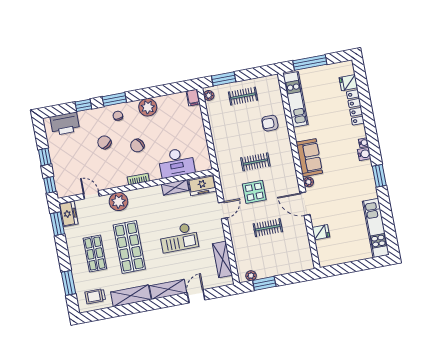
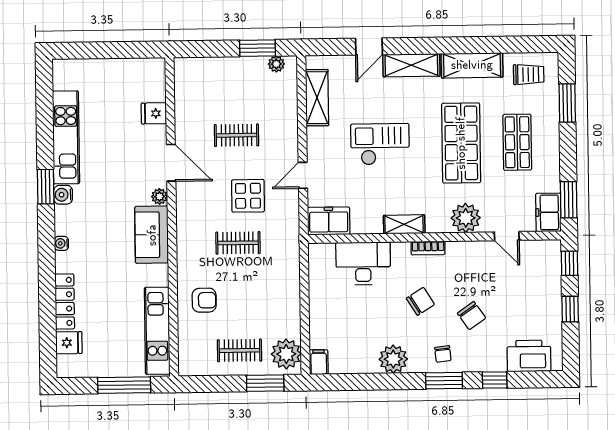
plant: (209, 95) -> (286, 354), width x1.88, depth x1.88
water cooler: (364, 154) -> (63, 195), moved
shelving: (175, 187) -> (404, 224), moved
kitchen unit: (376, 228) -> (66, 137), moved

